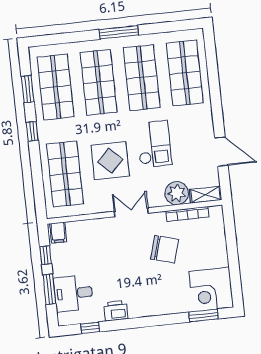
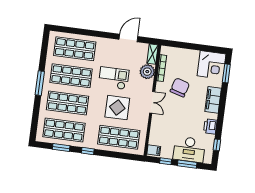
double door: (131, 212) -> (152, 102), swing flipped
desk: (73, 293) -> (189, 149), width x1.37
filing cabinet: (158, 305) -> (213, 100), added

